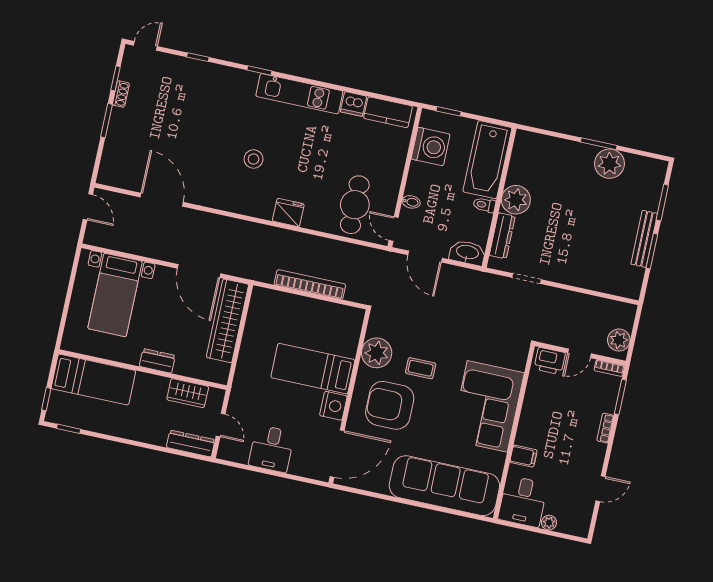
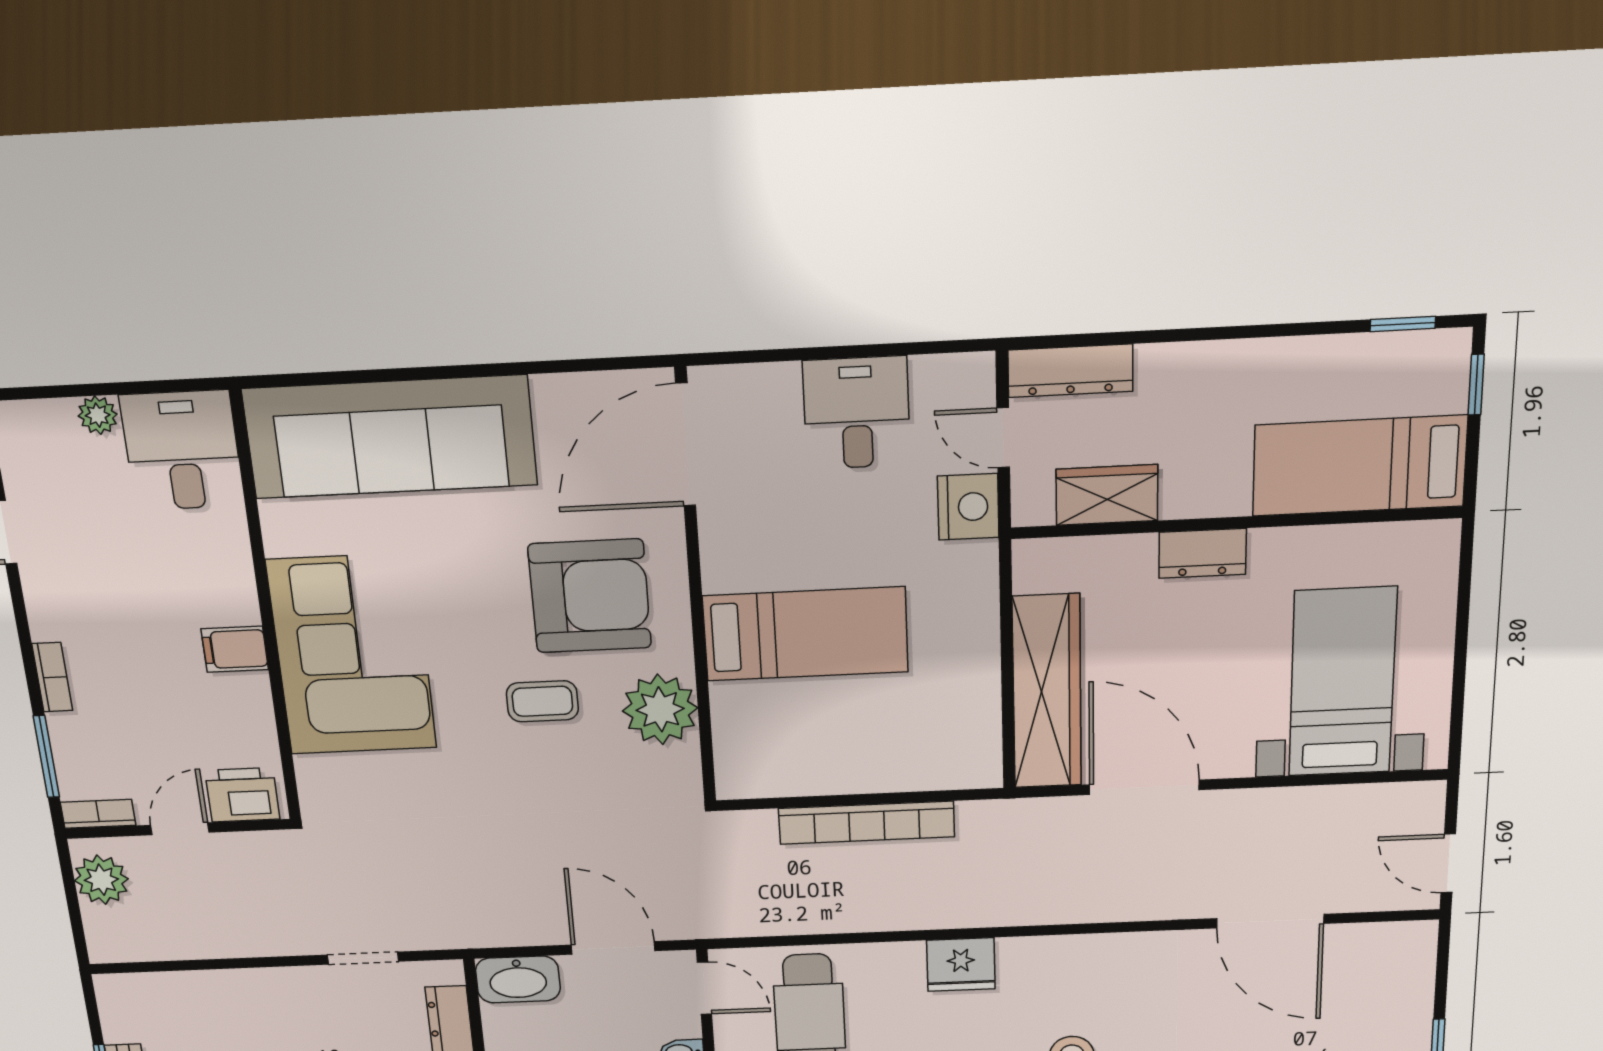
nightstand: (333, 406) -> (968, 507), moved, turned 180
filing cabinet: (523, 456) -> (235, 649), moved

